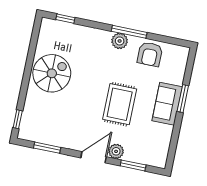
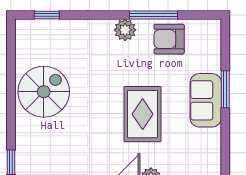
window: (129, 32) -> (154, 15), moved
armchair: (150, 54) -> (169, 39), turned 90

